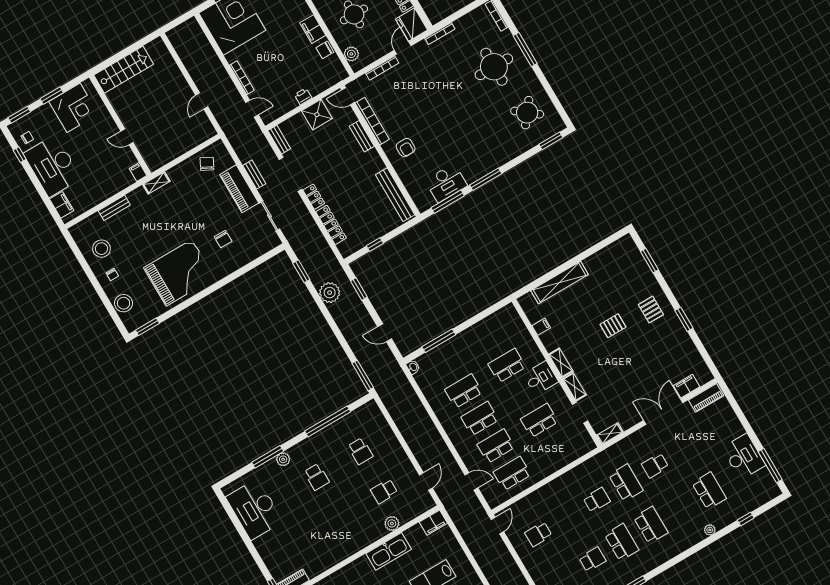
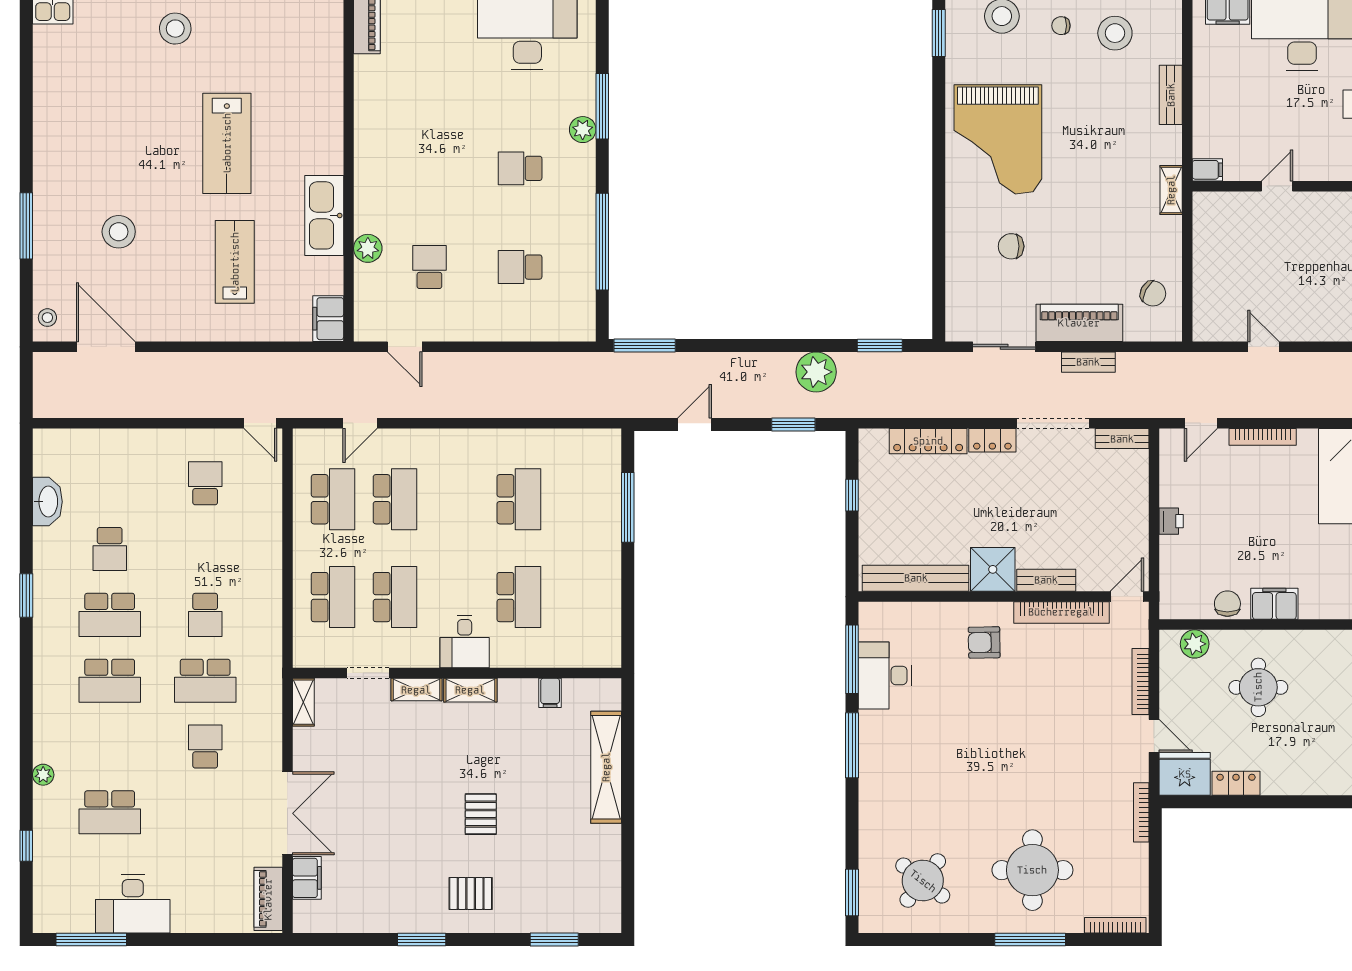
shower: (317, 115) -> (993, 569), moved
washbasin: (413, 367) -> (609, 438), removed
school desk: (480, 419) -> (333, 597), moved

